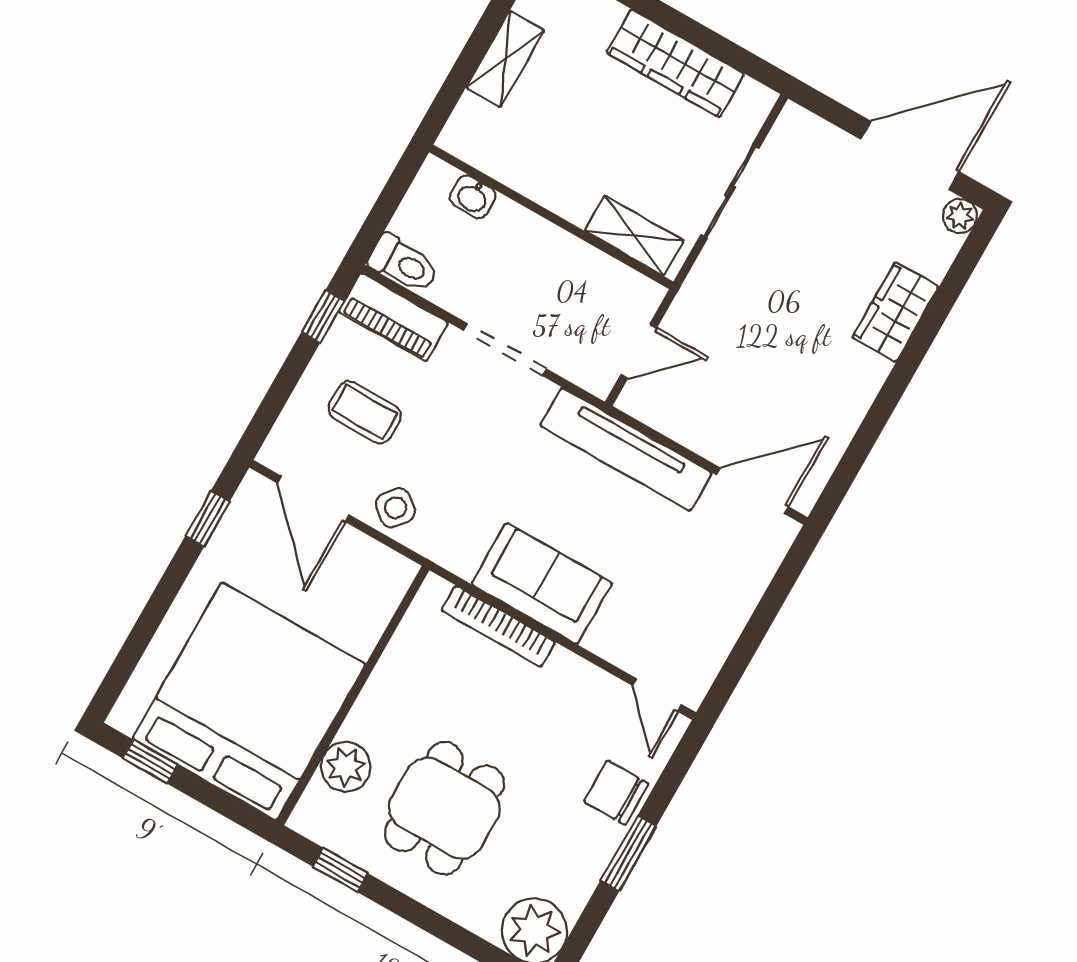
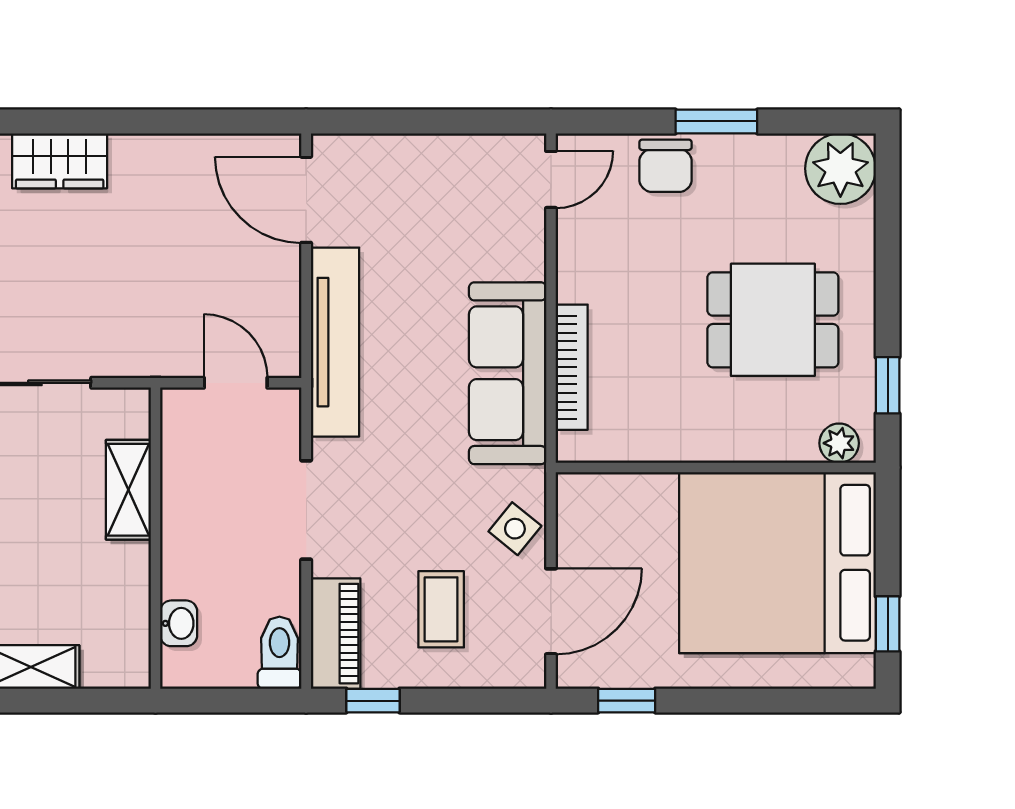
shelving: (634, 236) -> (128, 490), moved
sofa: (542, 584) -> (508, 373), width x1.36
plant: (346, 767) -> (839, 443), moved, width x0.73, depth x0.73

